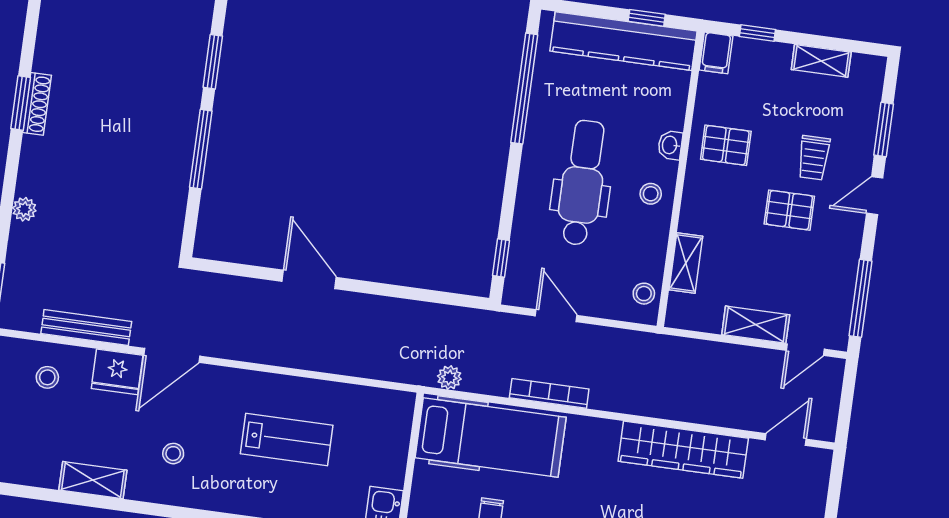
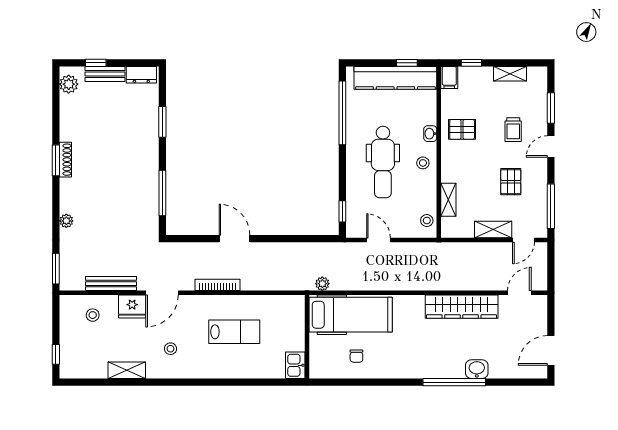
window: (201, 149) -> (162, 193), moved
dental chair: (582, 183) -> (383, 162), turned 180
pallet: (789, 210) -> (511, 182), moved, turned 90
bookcase: (549, 393) -> (218, 285), moved

